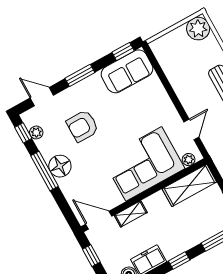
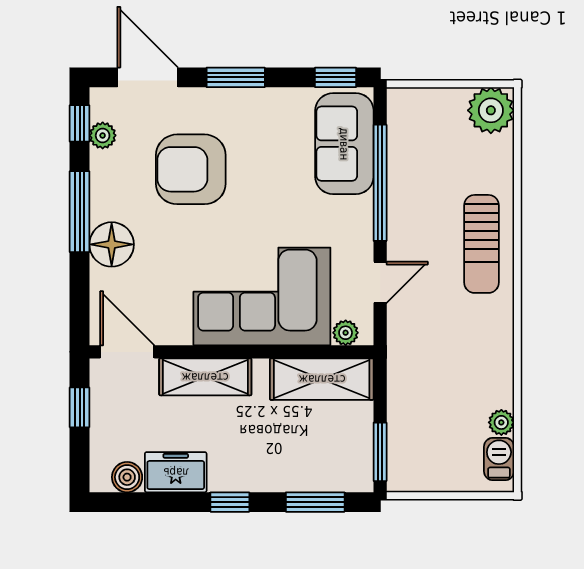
sofa: (127, 71) -> (344, 144), moved, turned 90
window: (168, 86) -> (380, 183), added
door: (42, 97) -> (148, 77), width x1.38
armchair: (82, 126) -> (191, 169), width x1.36, depth x1.36
floor lamp: (60, 166) -> (112, 244), moved
shelving: (131, 214) -> (205, 377), width x1.50, depth x1.33

